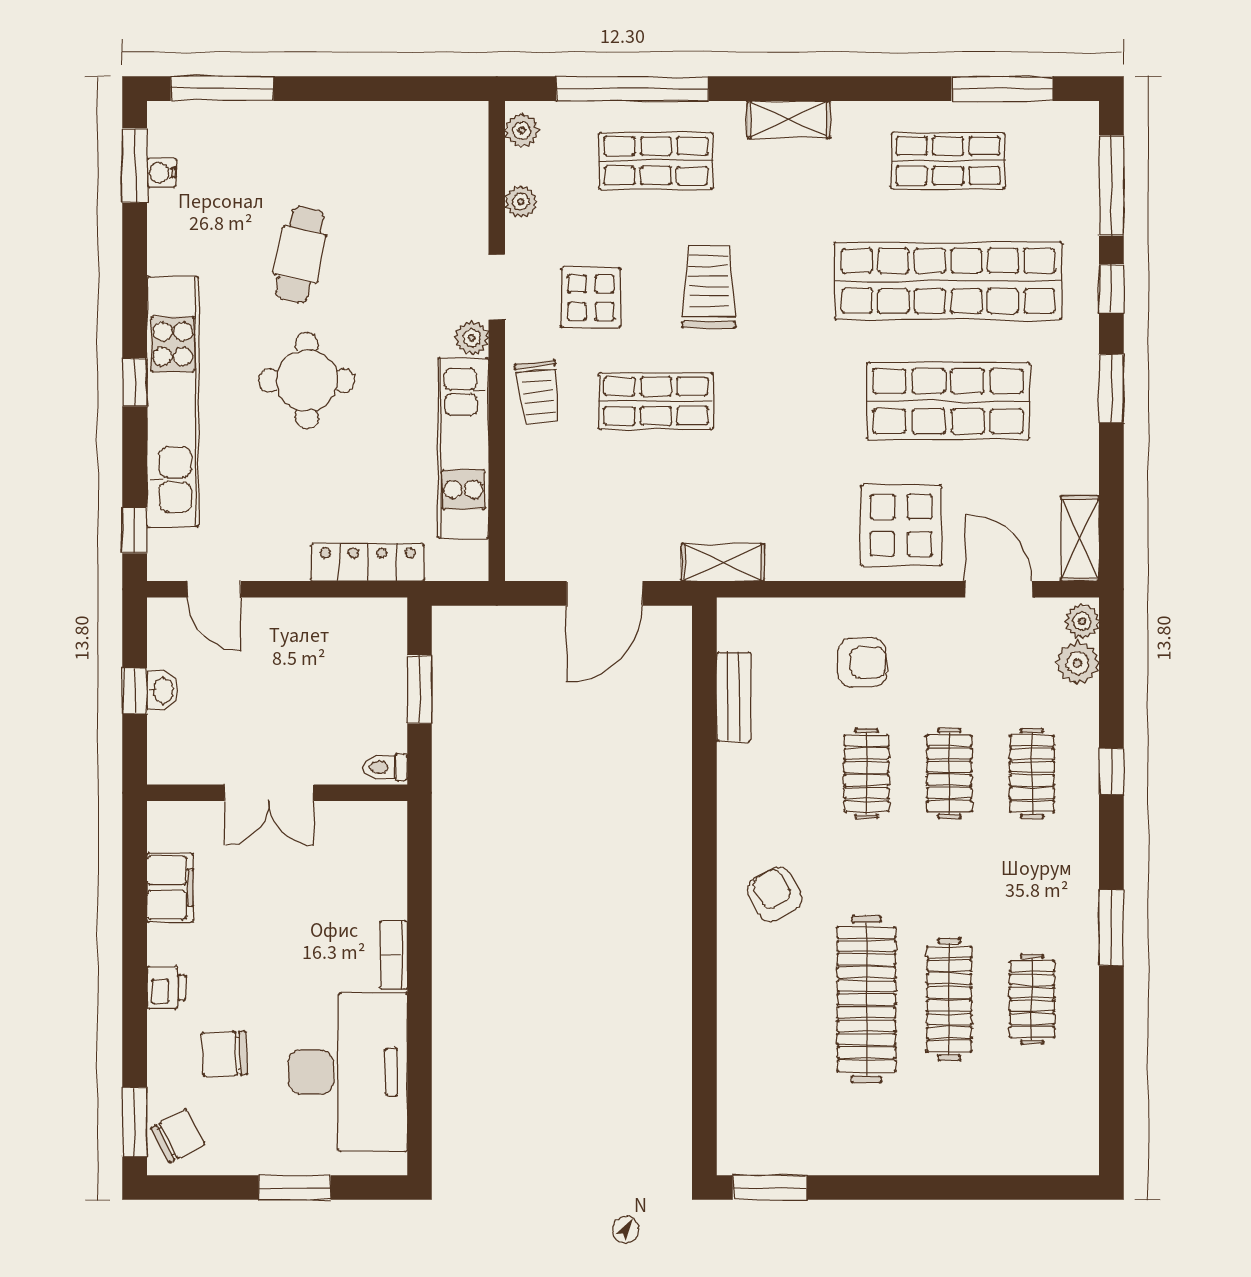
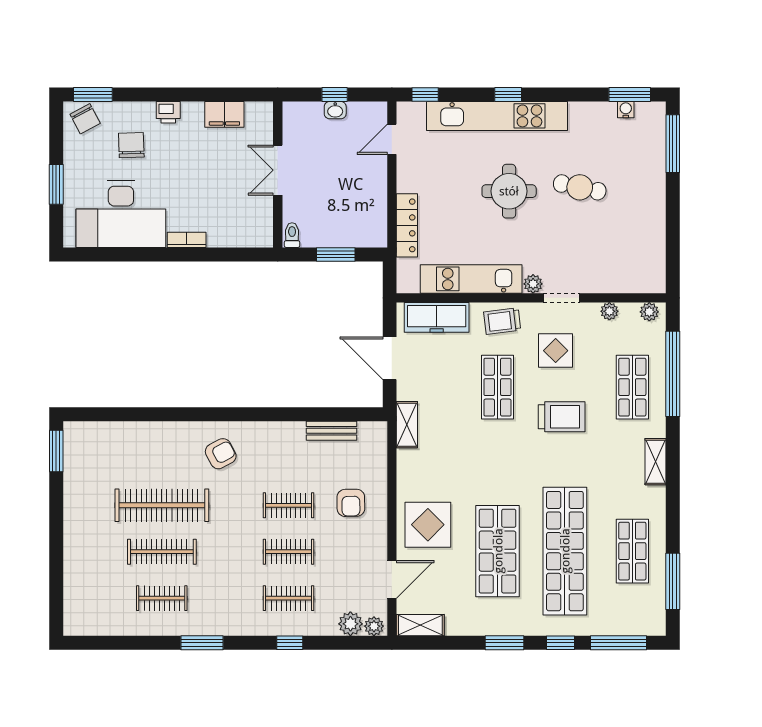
freezer: (532, 510) -> (437, 317), added

